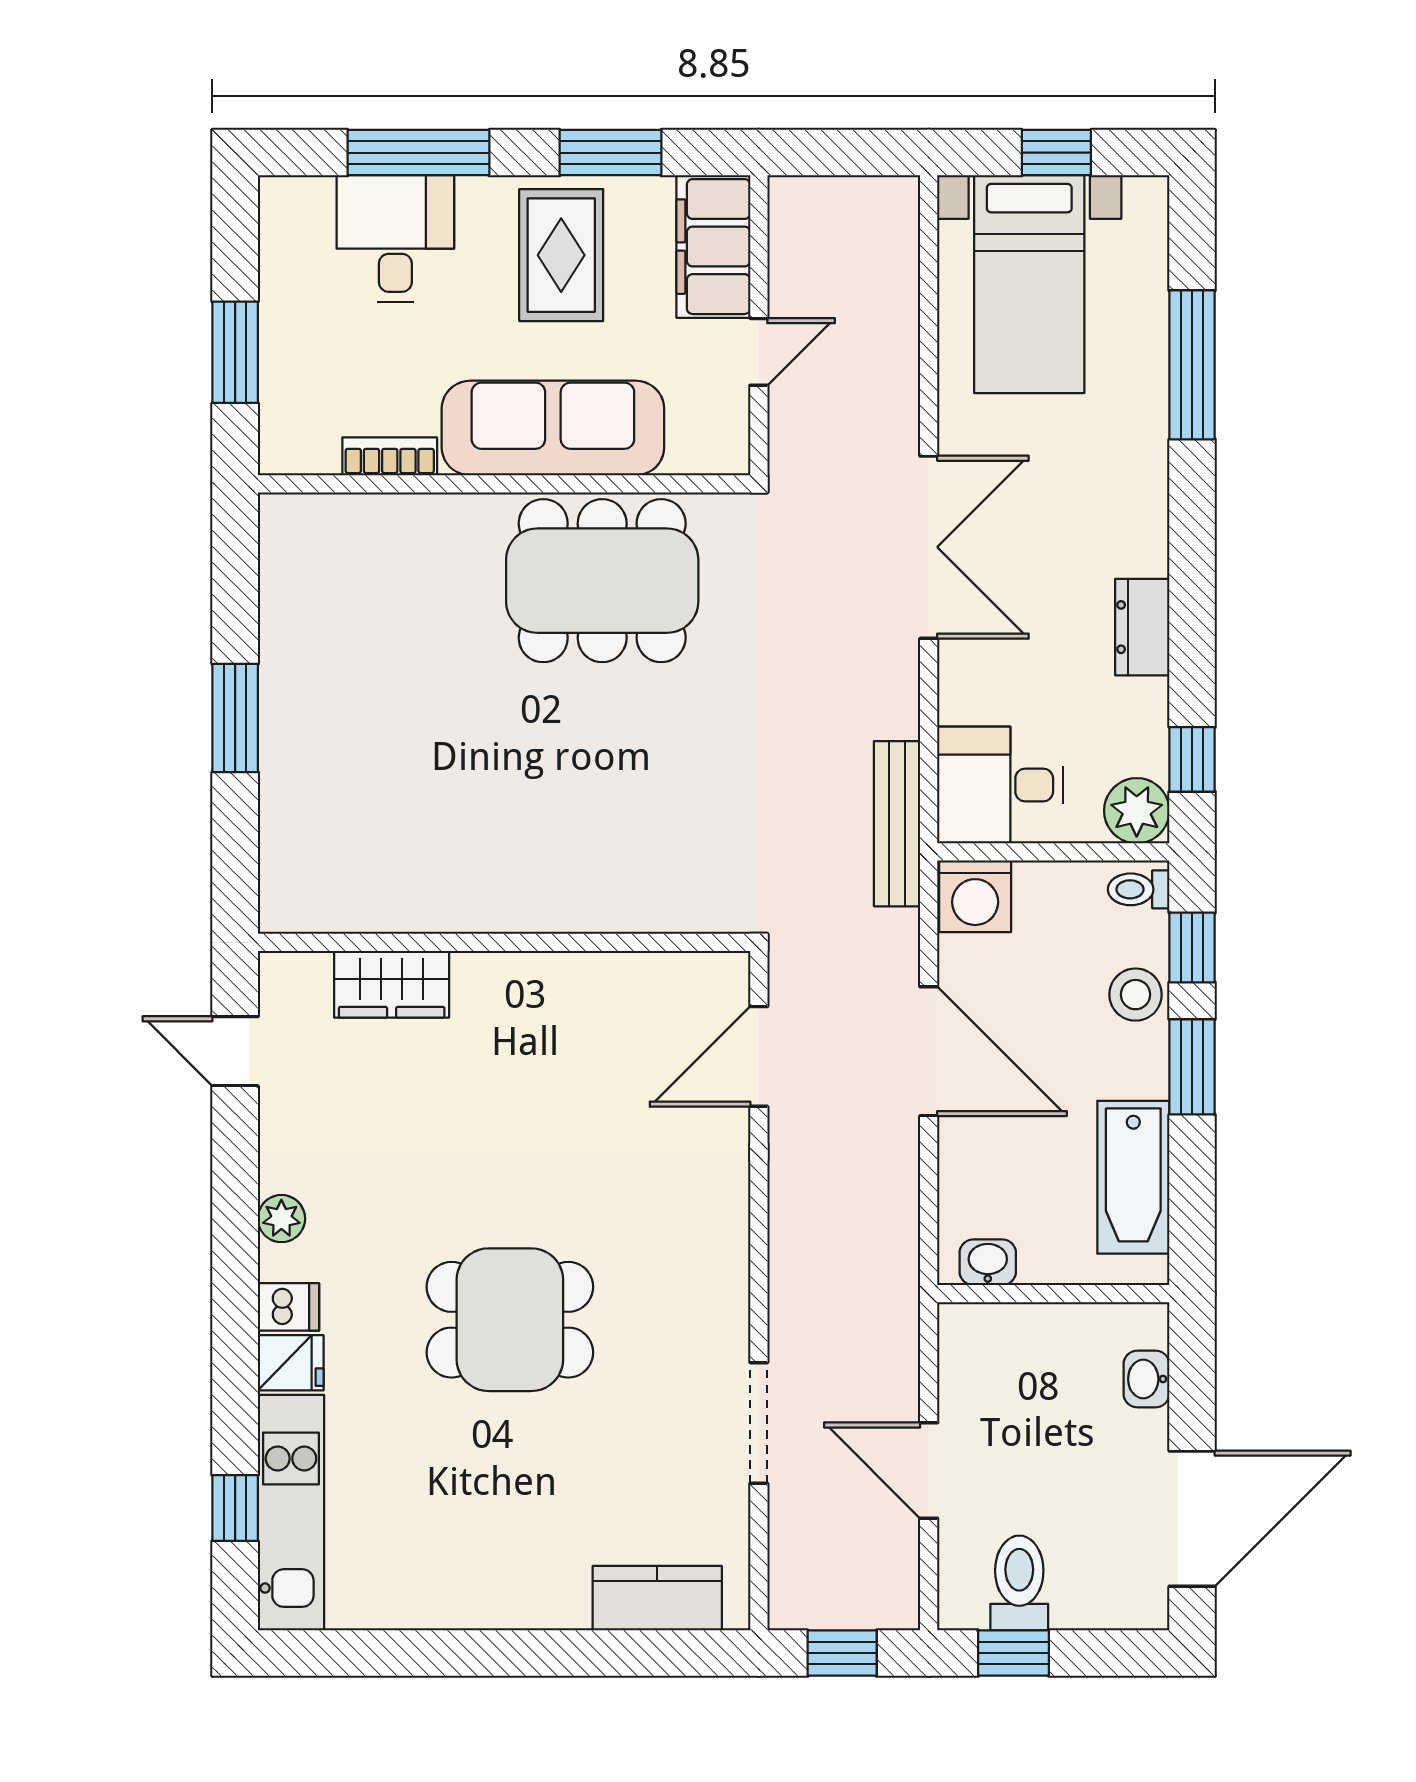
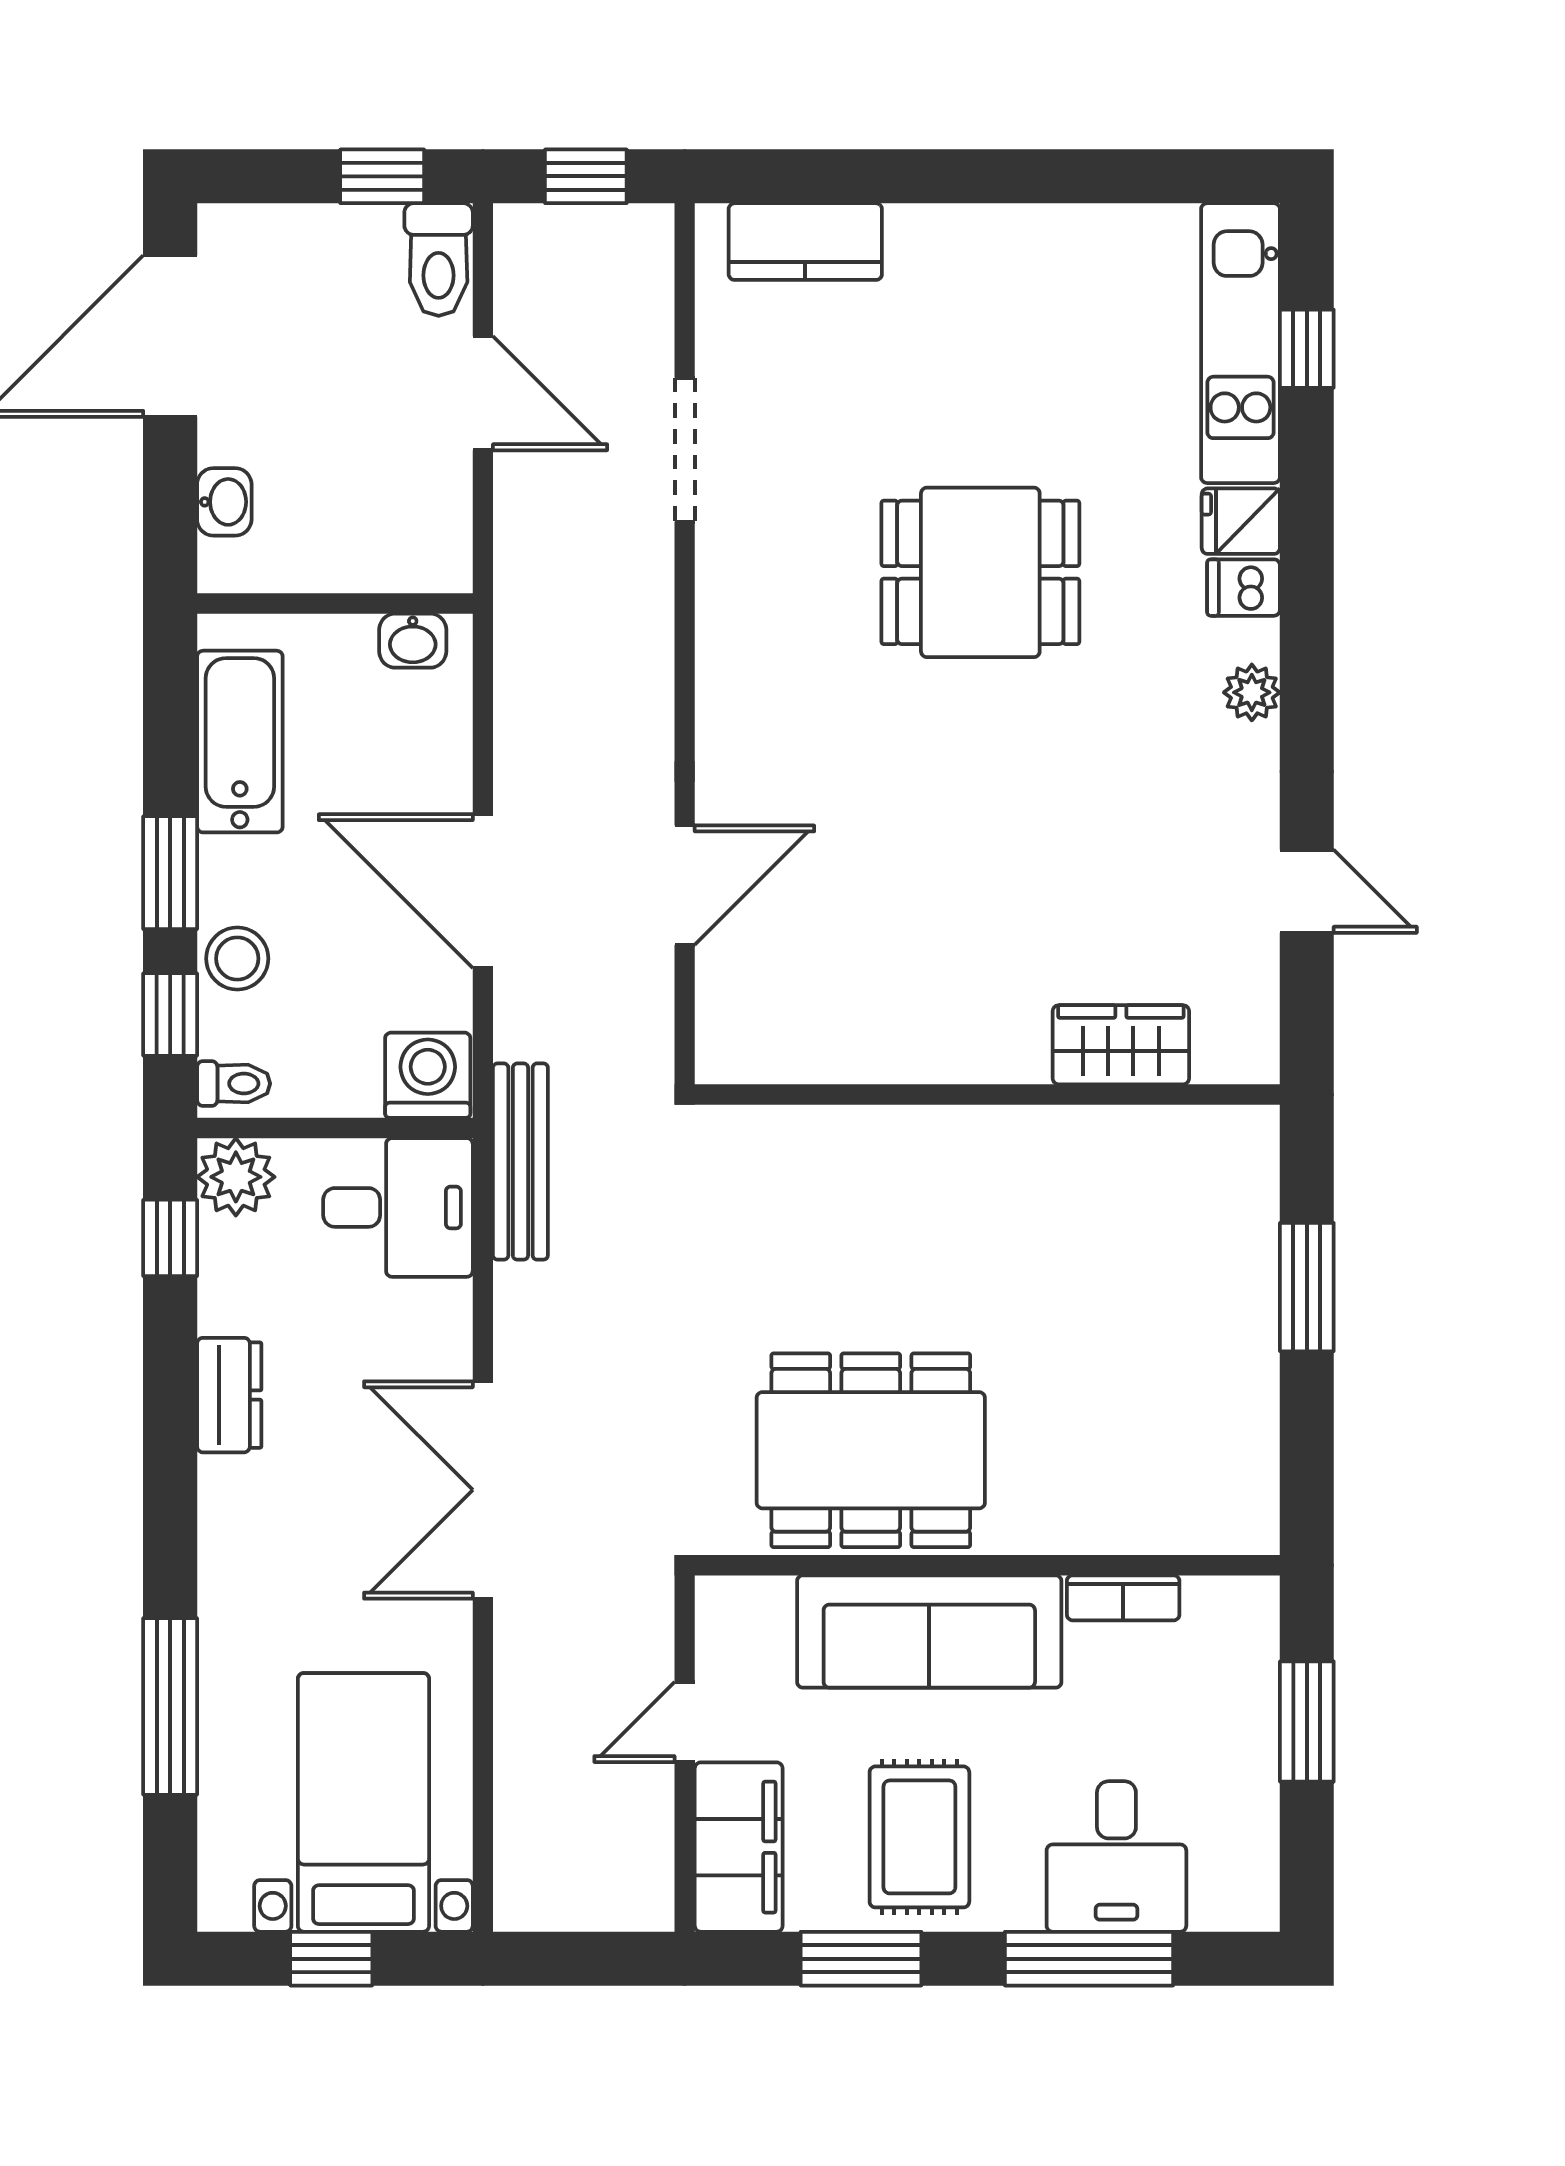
wall: (504, 942) -> (987, 1094), moved
wardrobe: (392, 984) -> (1121, 1045), moved
toilet: (1019, 1583) -> (439, 260), moved

